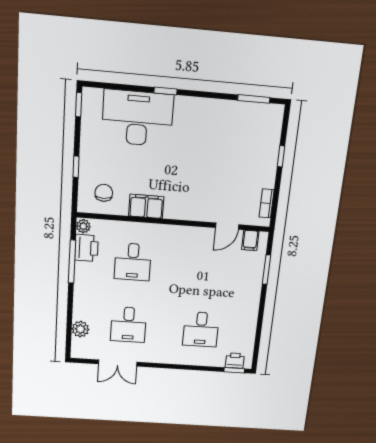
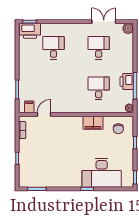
printer: (86, 248) -> (127, 81), moved
plant: (80, 329) -> (128, 28), moved
printer: (235, 361) -> (30, 31), width x1.87, depth x1.48

